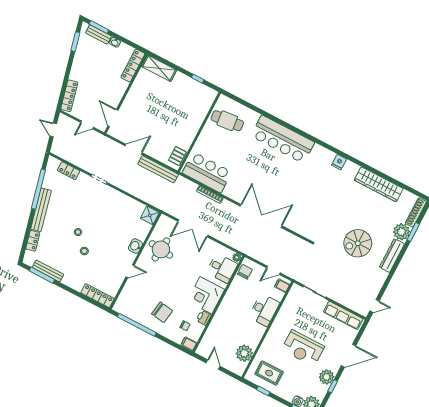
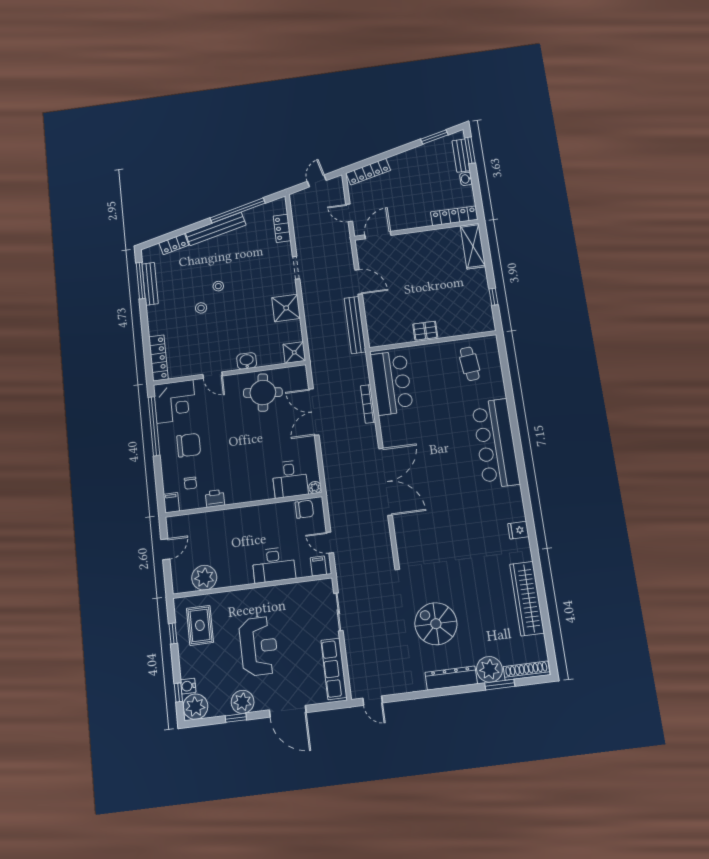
cafe table: (227, 121) -> (470, 364), width x0.73, depth x0.74
pallet: (177, 156) -> (425, 331), moved
shower: (120, 202) -> (286, 308), added
corner desk: (206, 295) -> (175, 401), moved, turned 180
chair: (162, 312) -> (189, 445), turned -99
reception desk: (303, 348) -> (259, 646), turned 180

